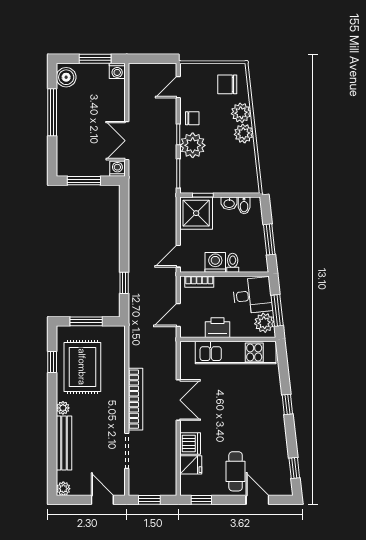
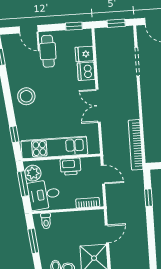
door: (178, 256) -> (107, 234), moved
washing machine: (215, 262) -> (76, 219), removed
toilet: (233, 263) -> (46, 221), moved
door: (178, 315) -> (103, 175), hinge flipped
bookcase: (135, 399) -> (136, 145), moved
window: (287, 404) -> (14, 134), moved
stool: (266, 418) -> (26, 96), added

